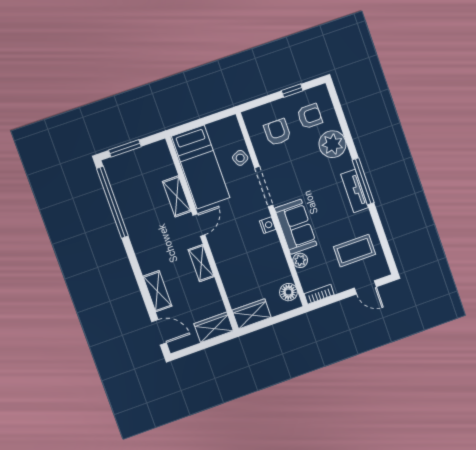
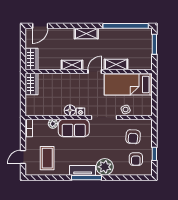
armchair: (277, 132) -> (133, 137), turned 94
plant: (332, 144) -> (105, 167), moved
door: (199, 225) -> (95, 71), swing flipped
shelving: (157, 291) -> (86, 34), moved
floor lamp: (288, 292) -> (70, 110), moved

